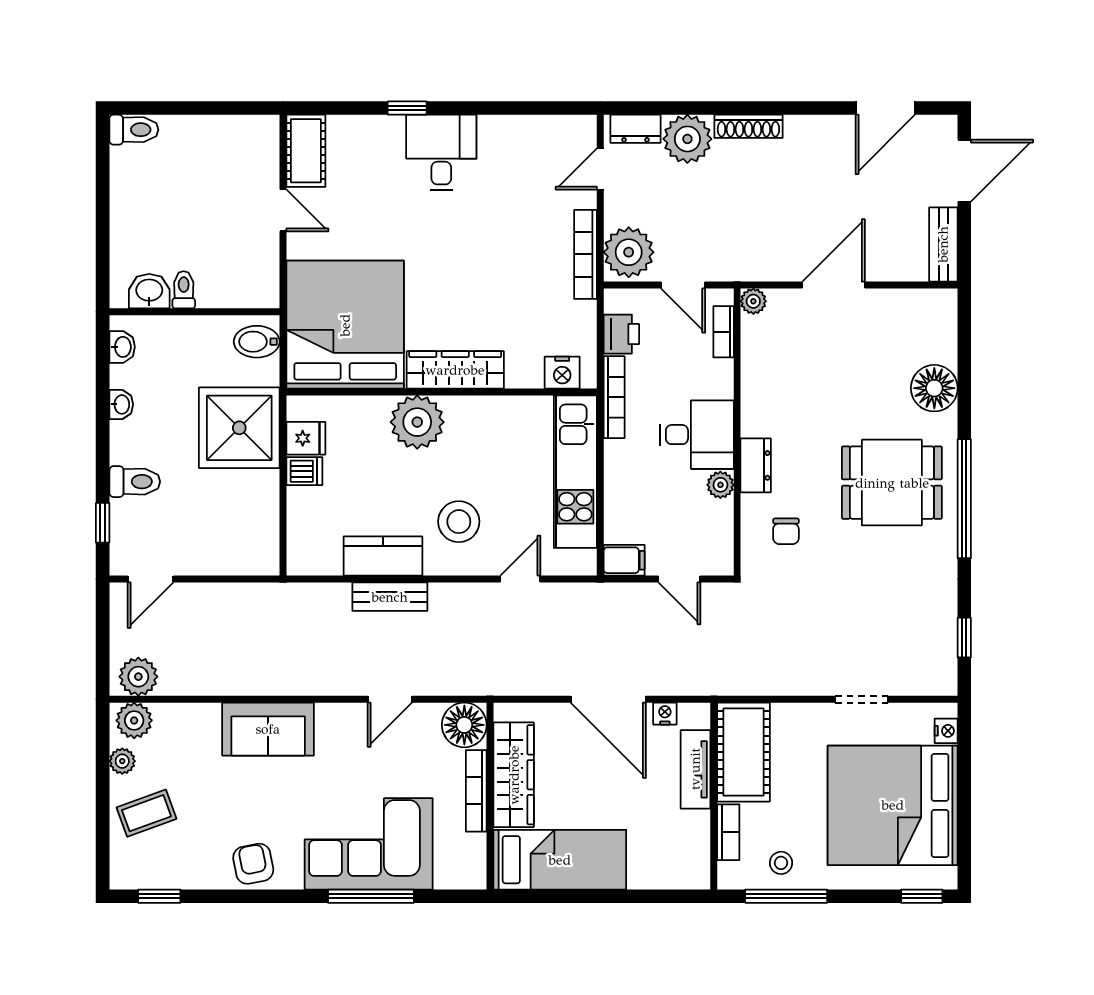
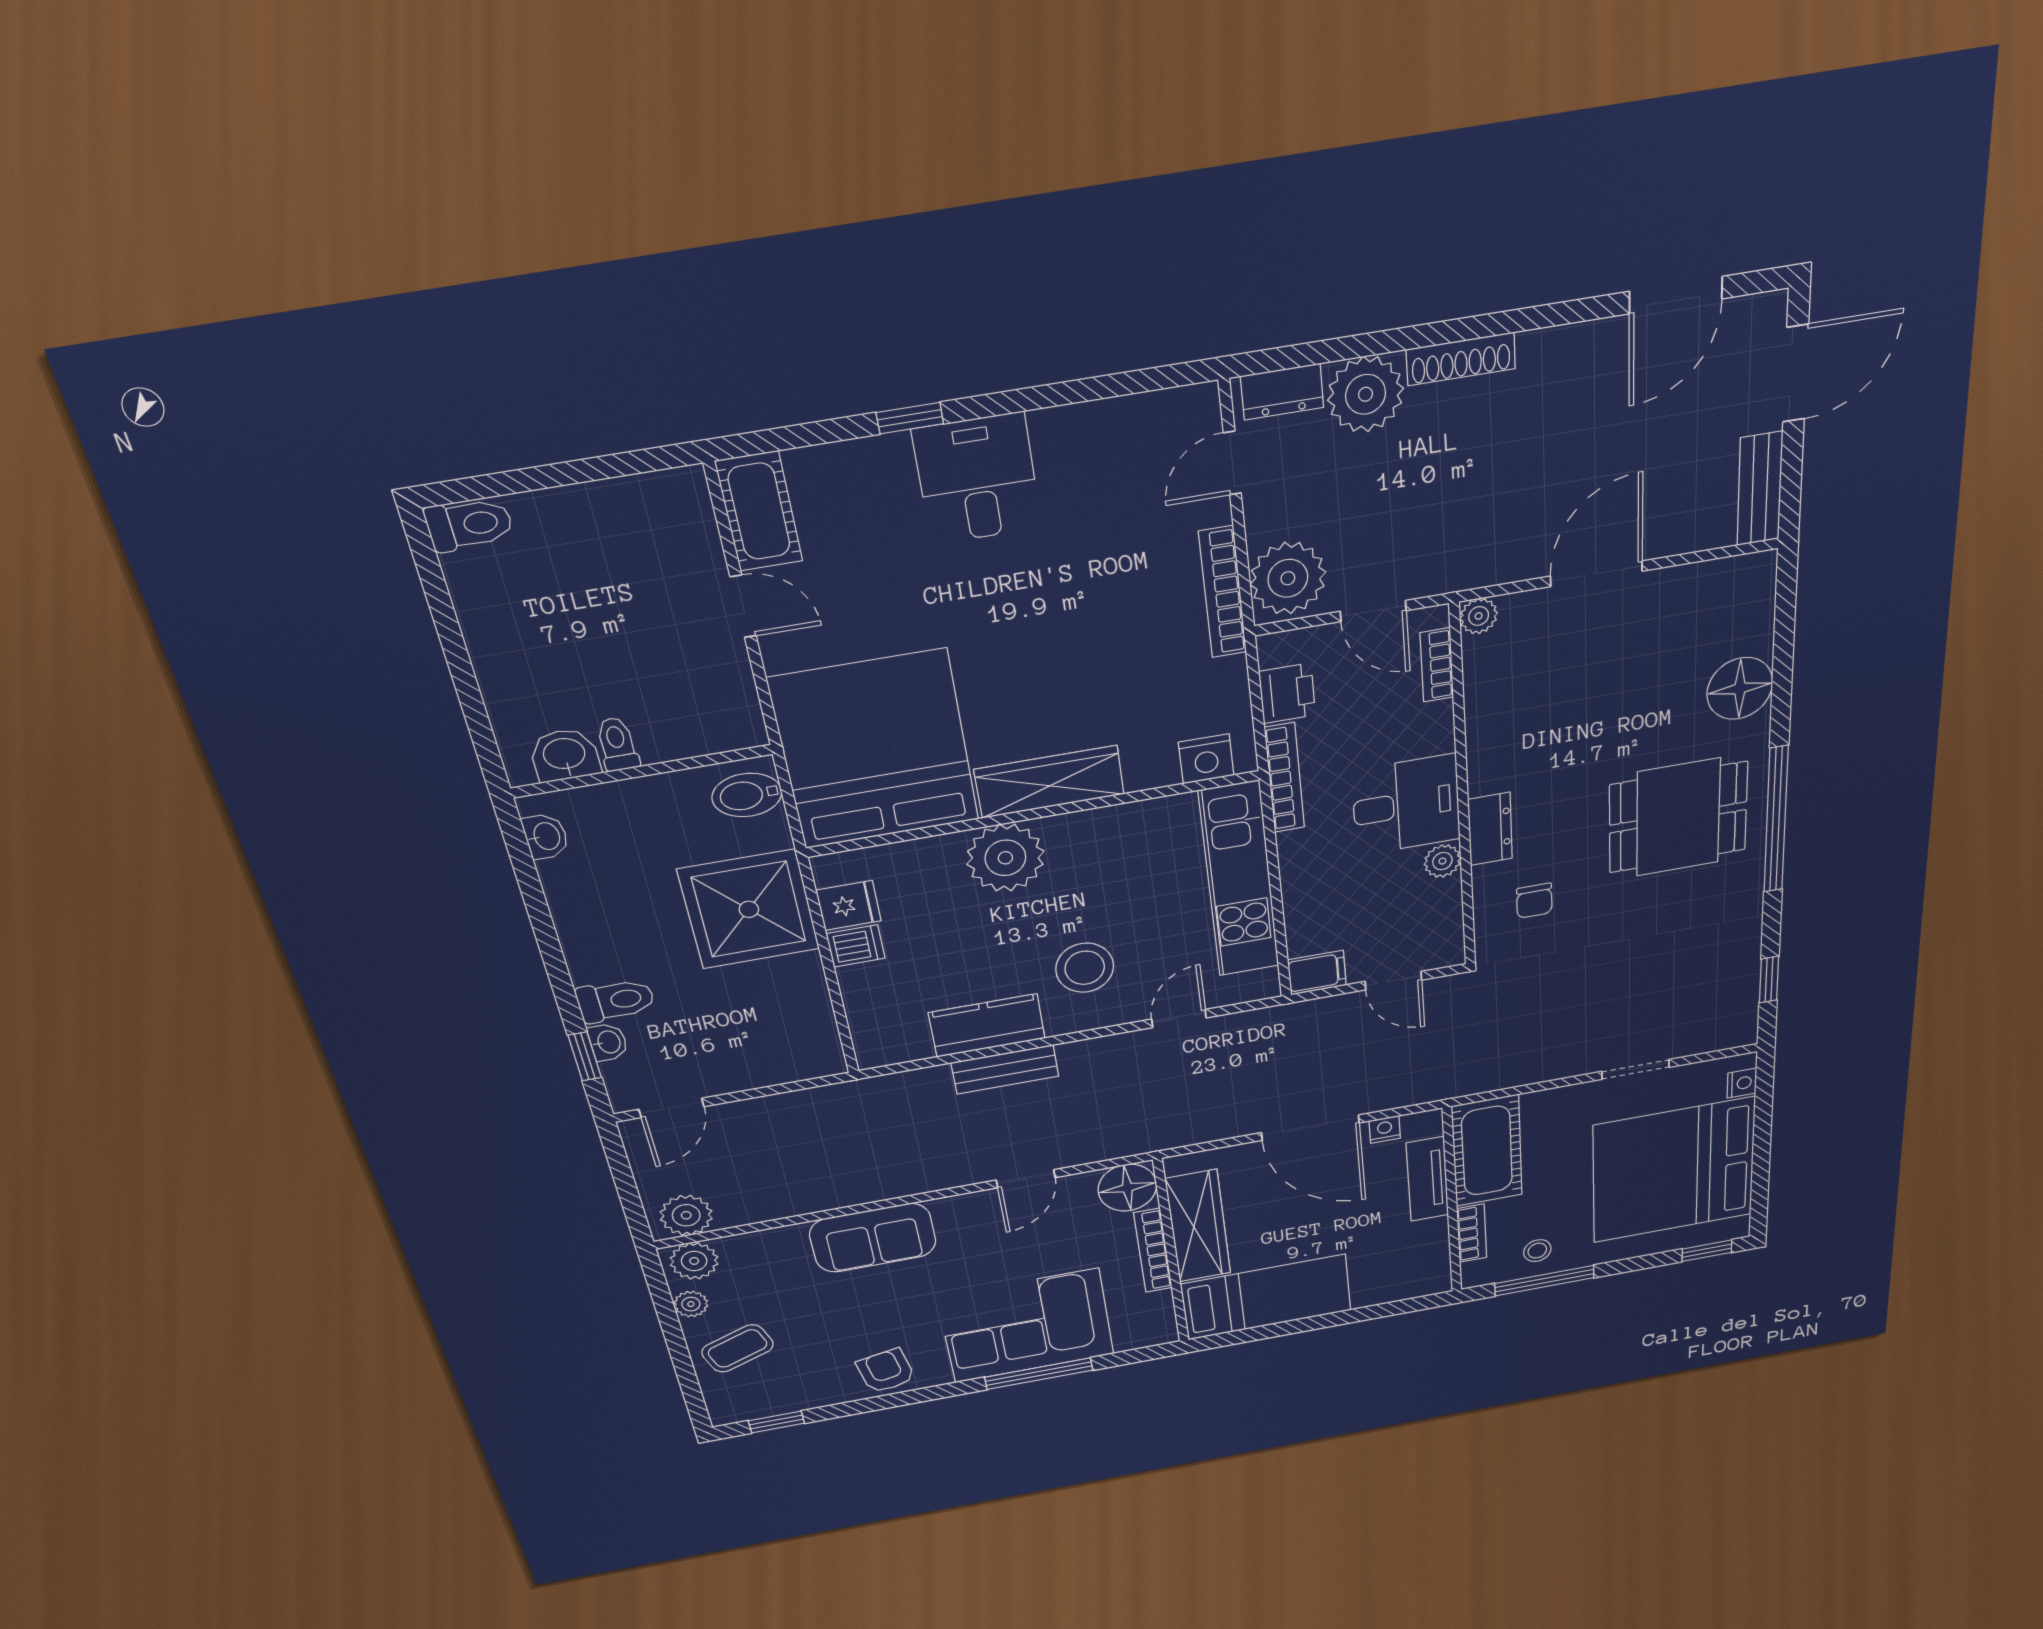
washbasin: (121, 404) -> (608, 1042), moved

